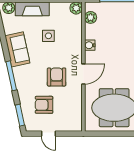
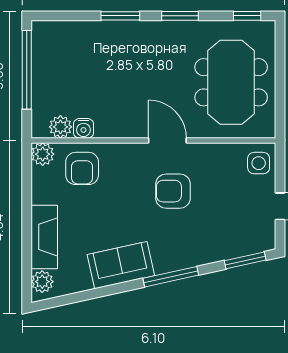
side table: (48, 36) -> (259, 163), moved
water cooler: (90, 45) -> (83, 128), moved
armchair: (44, 105) -> (82, 168), moved

